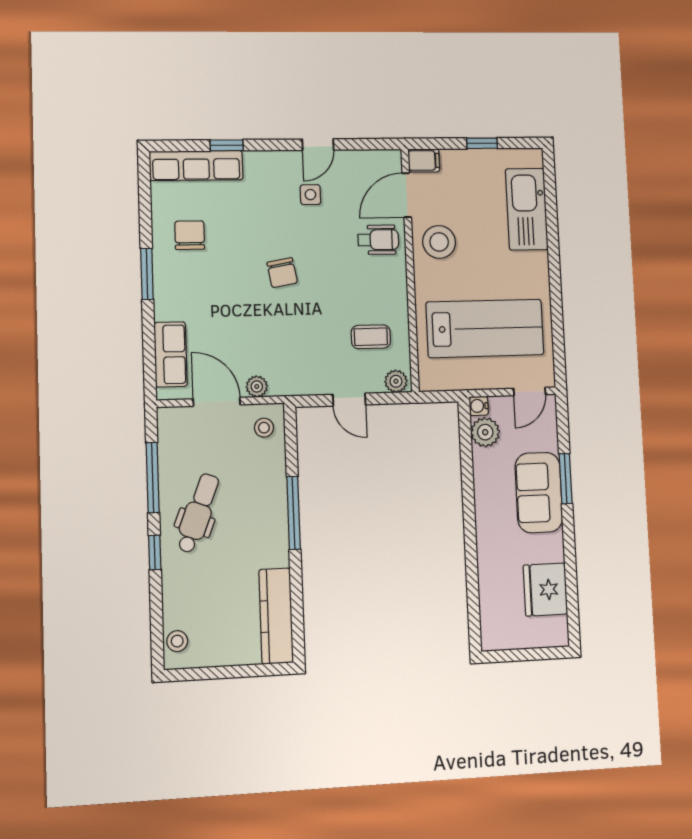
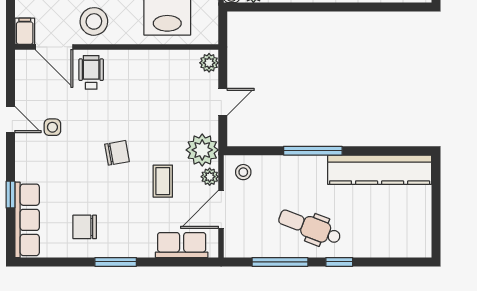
coffee table: (371, 337) -> (163, 181), moved
plant: (289, 376) -> (202, 150), added
kitchen counter: (276, 616) -> (380, 170), width x1.39, depth x1.17
stool: (177, 641) -> (410, 246), removed

